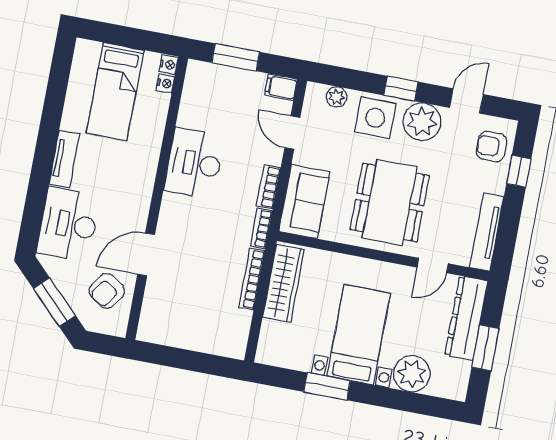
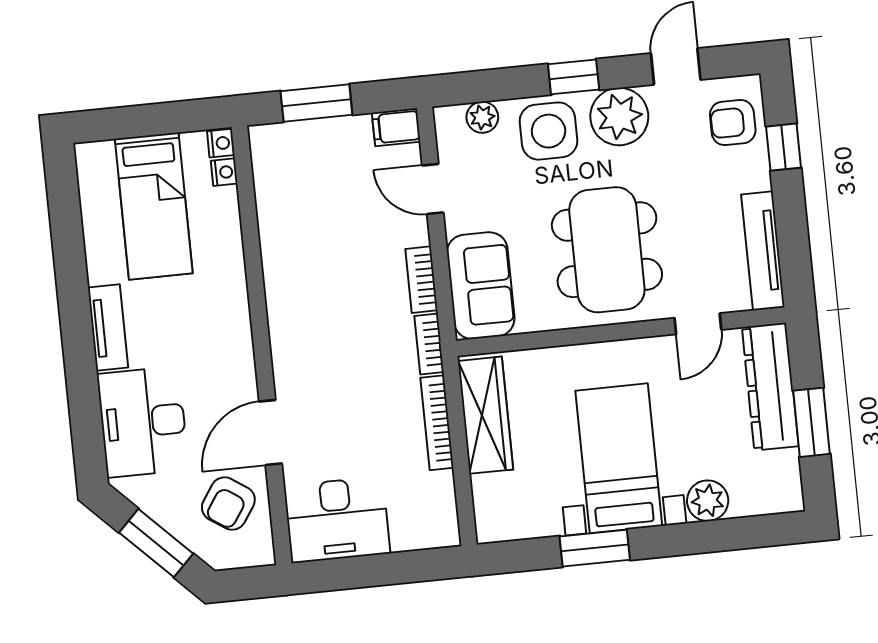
desk: (194, 163) -> (337, 520), moved, turned -90
plant: (412, 374) -> (708, 501), width x0.73, depth x0.73

